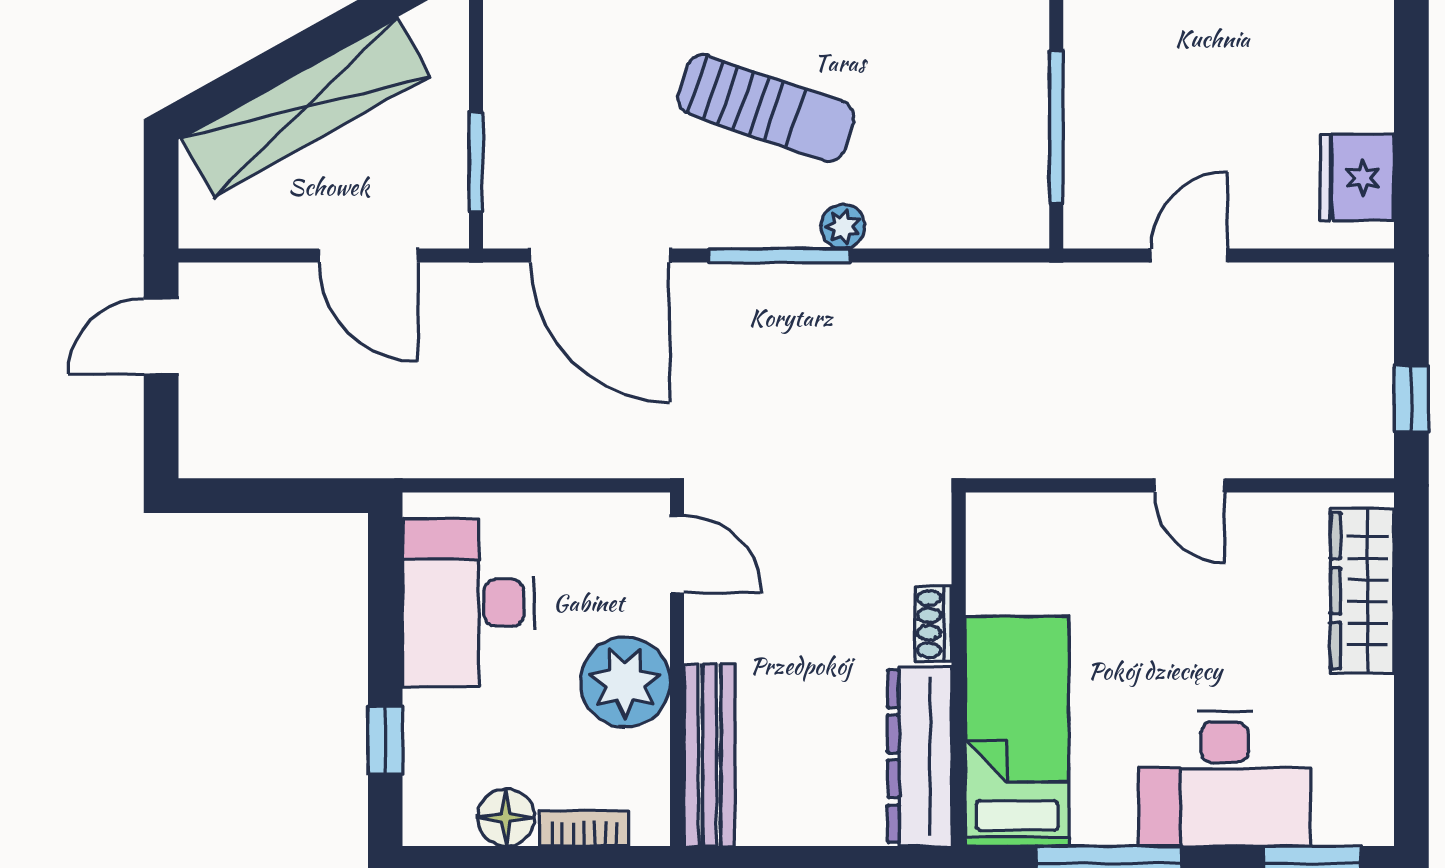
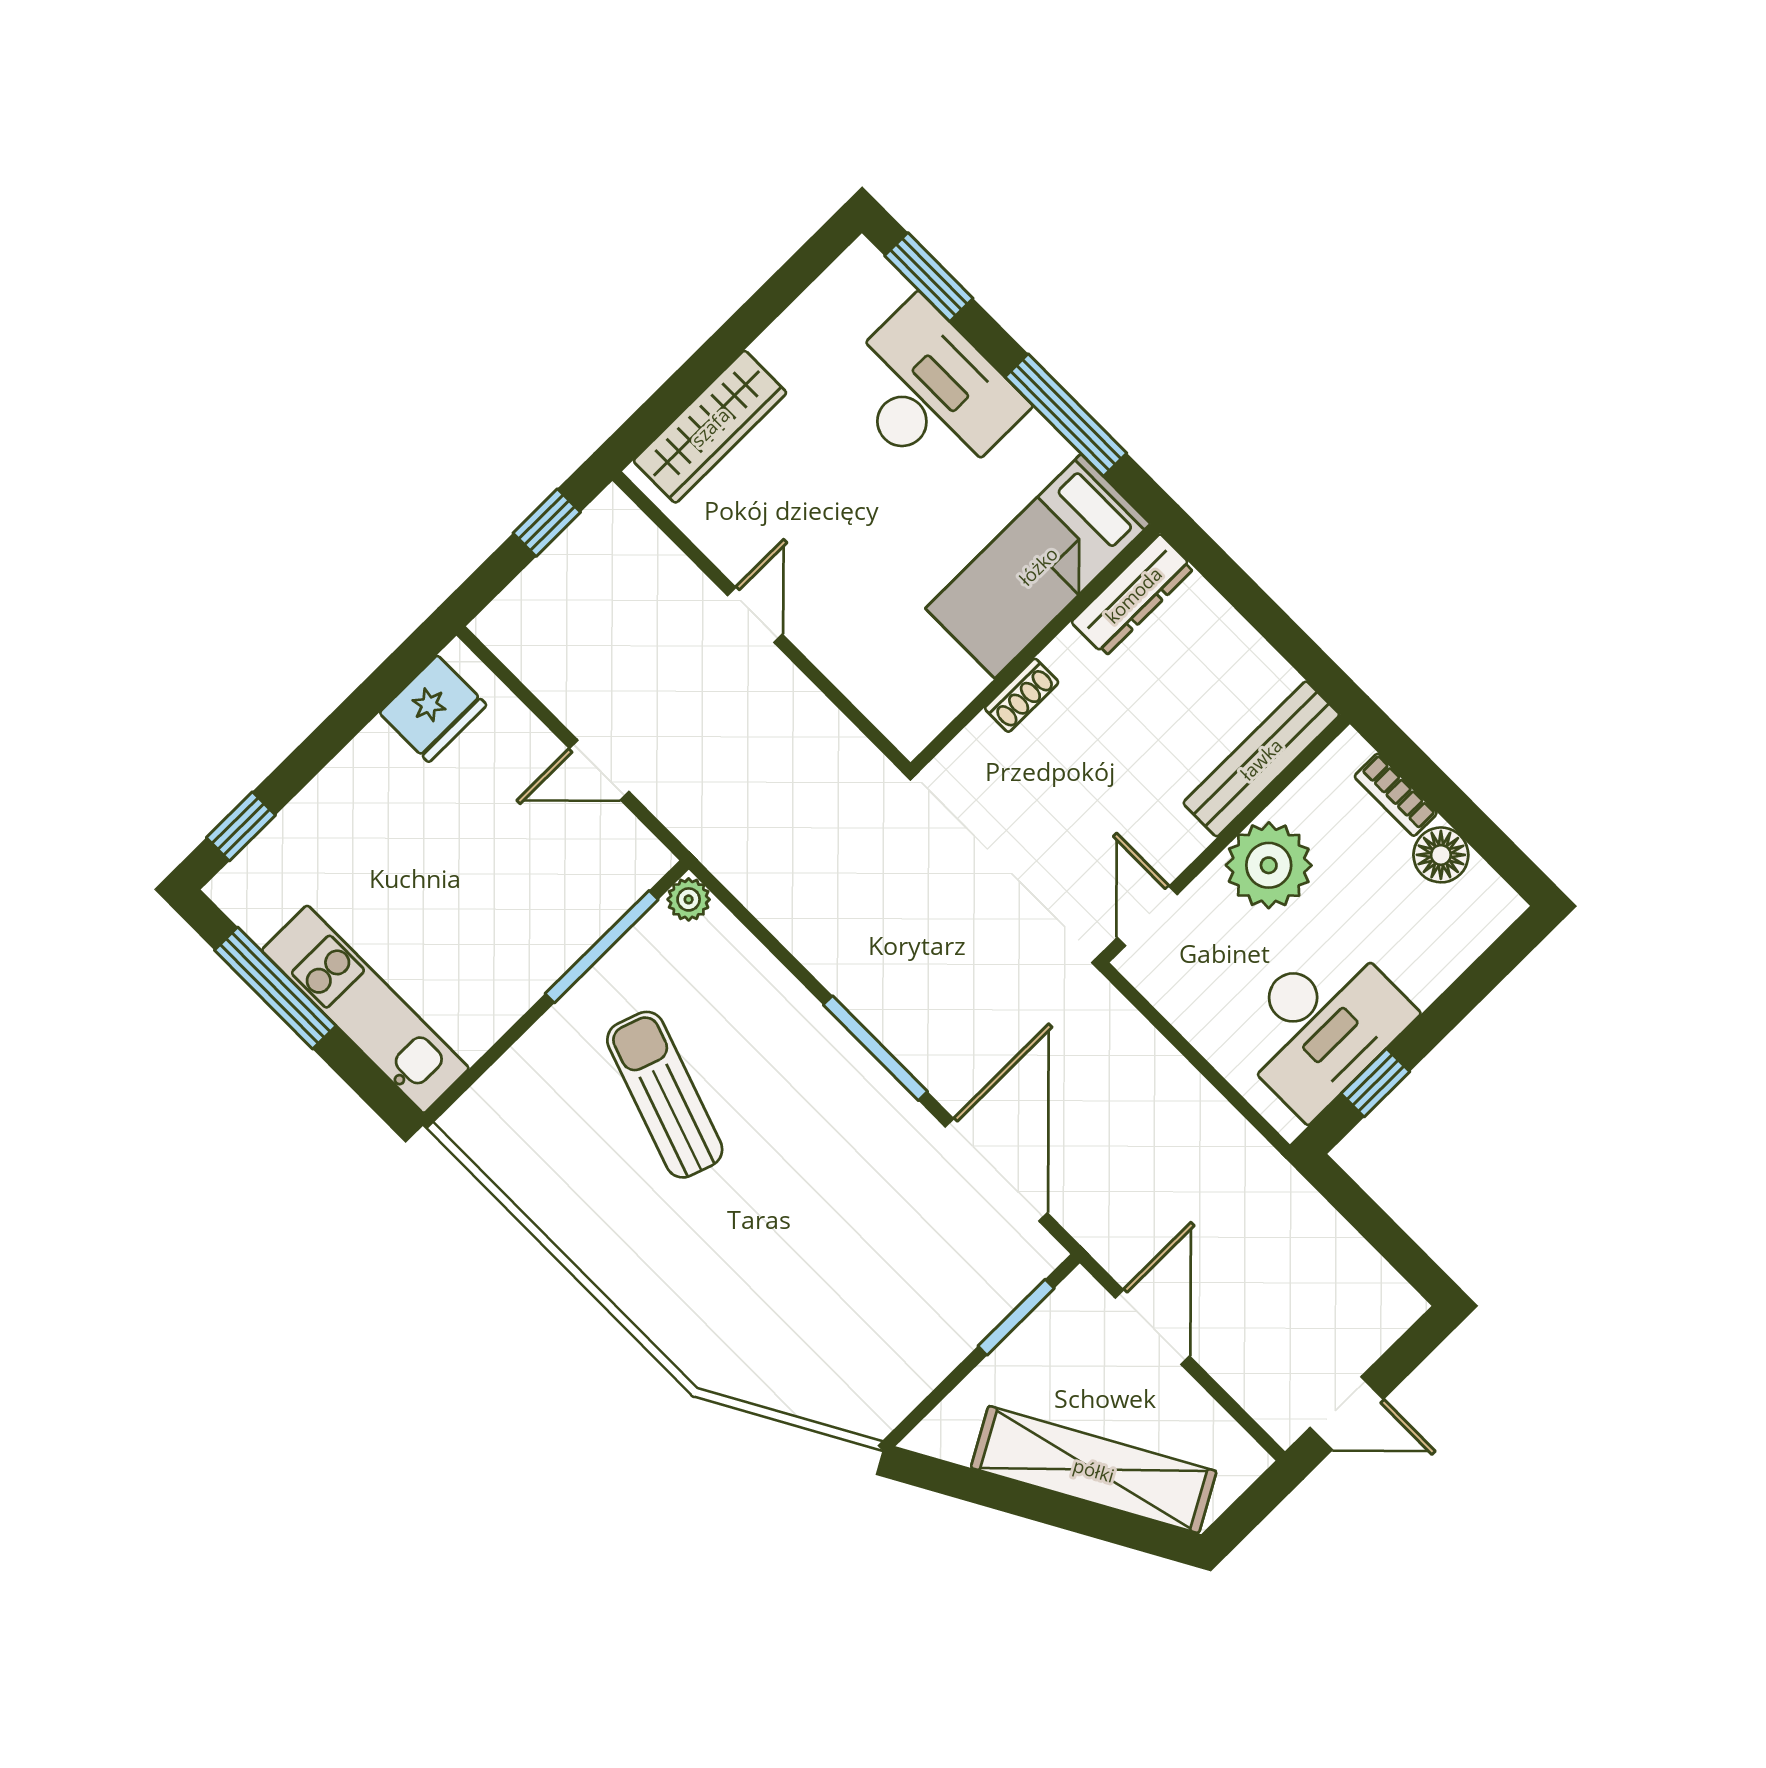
sun lounger: (766, 108) -> (665, 1095), moved
plant: (843, 227) -> (689, 899), moved
window: (385, 740) -> (1375, 1083), moved
dresser: (920, 756) -> (1133, 595), width x0.73, depth x0.80

